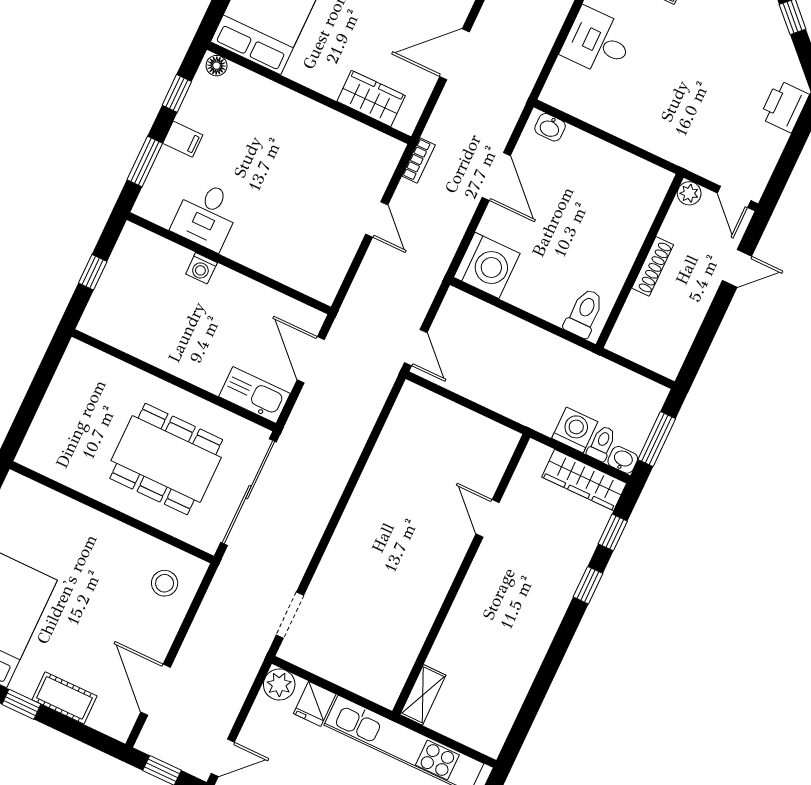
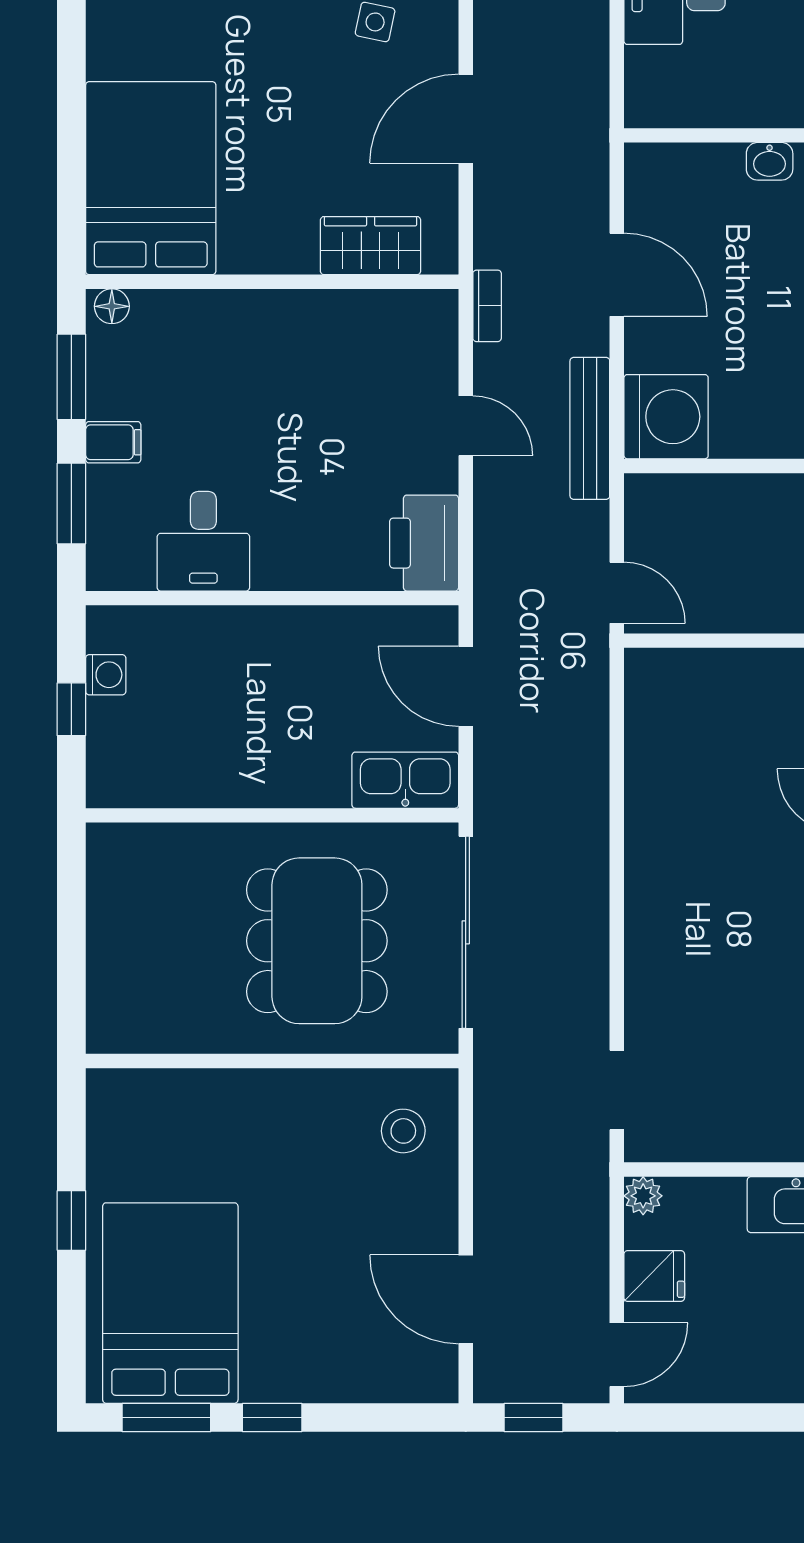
window: (177, 93) -> (71, 377), width x1.50
washbasin: (550, 127) -> (770, 161), moved
bench: (443, 252) -> (590, 428), added
washing machine: (201, 268) -> (106, 675), moved, turned -90
printer: (325, 272) -> (424, 543), added
dining table: (166, 459) -> (317, 941), turned 90
plant: (279, 685) -> (643, 1196), width x0.73, depth x0.73
cot: (64, 698) -> (333, 1377), removed
fridge: (315, 704) -> (654, 1276), moved, turned -90

